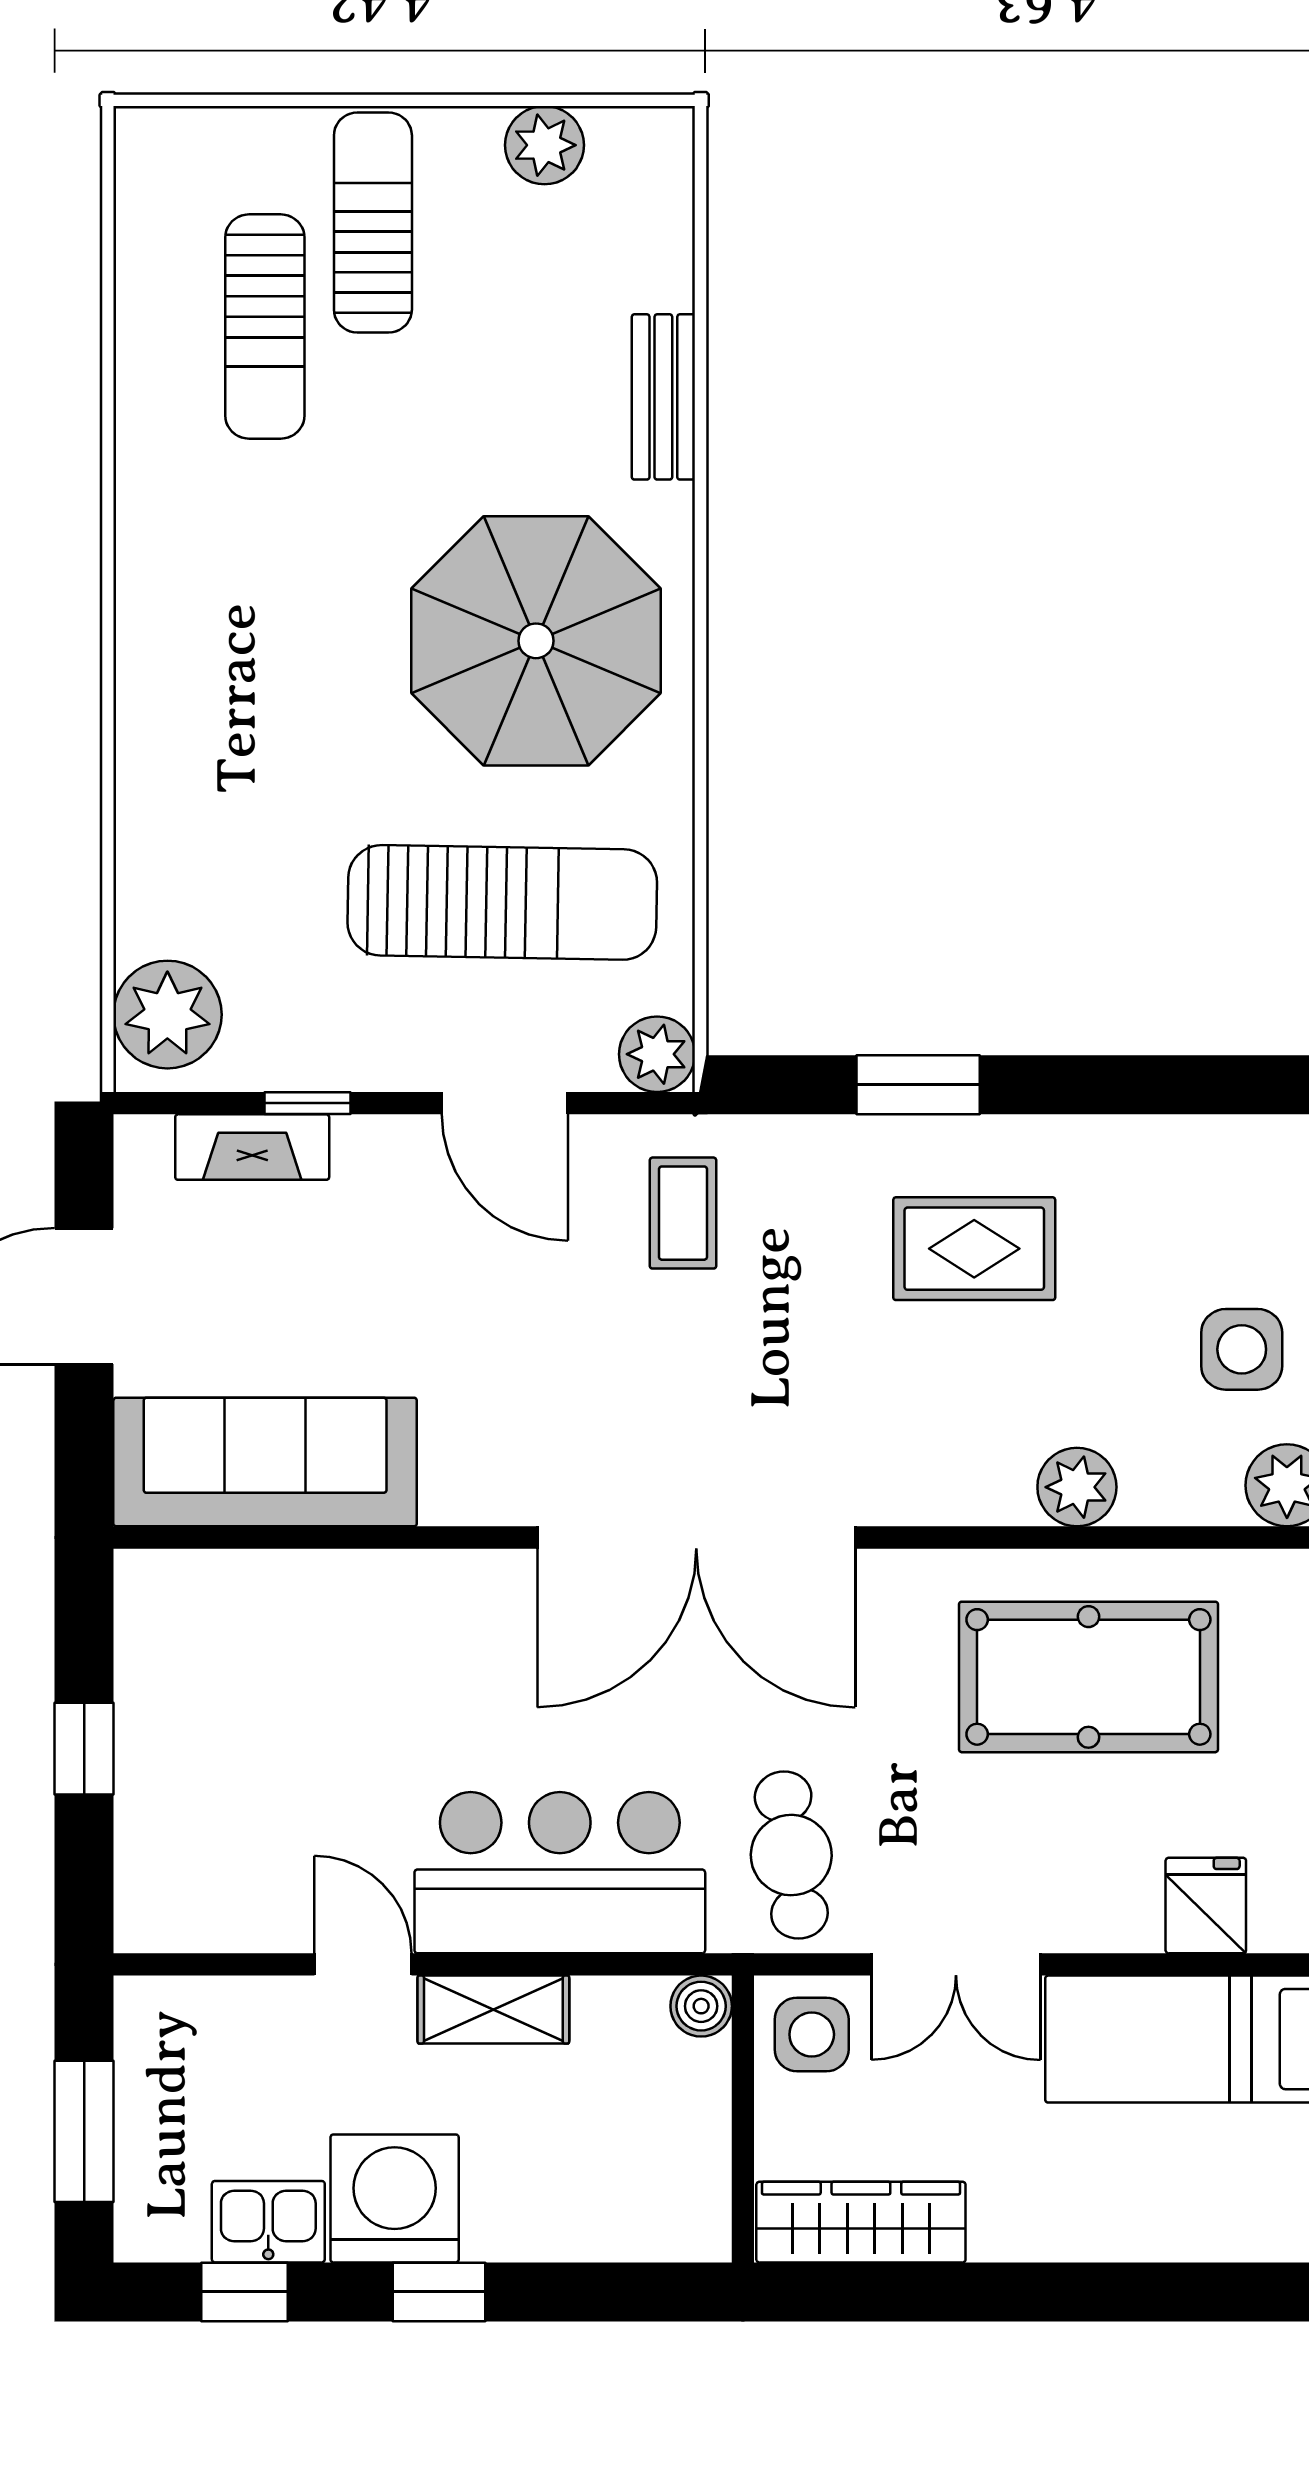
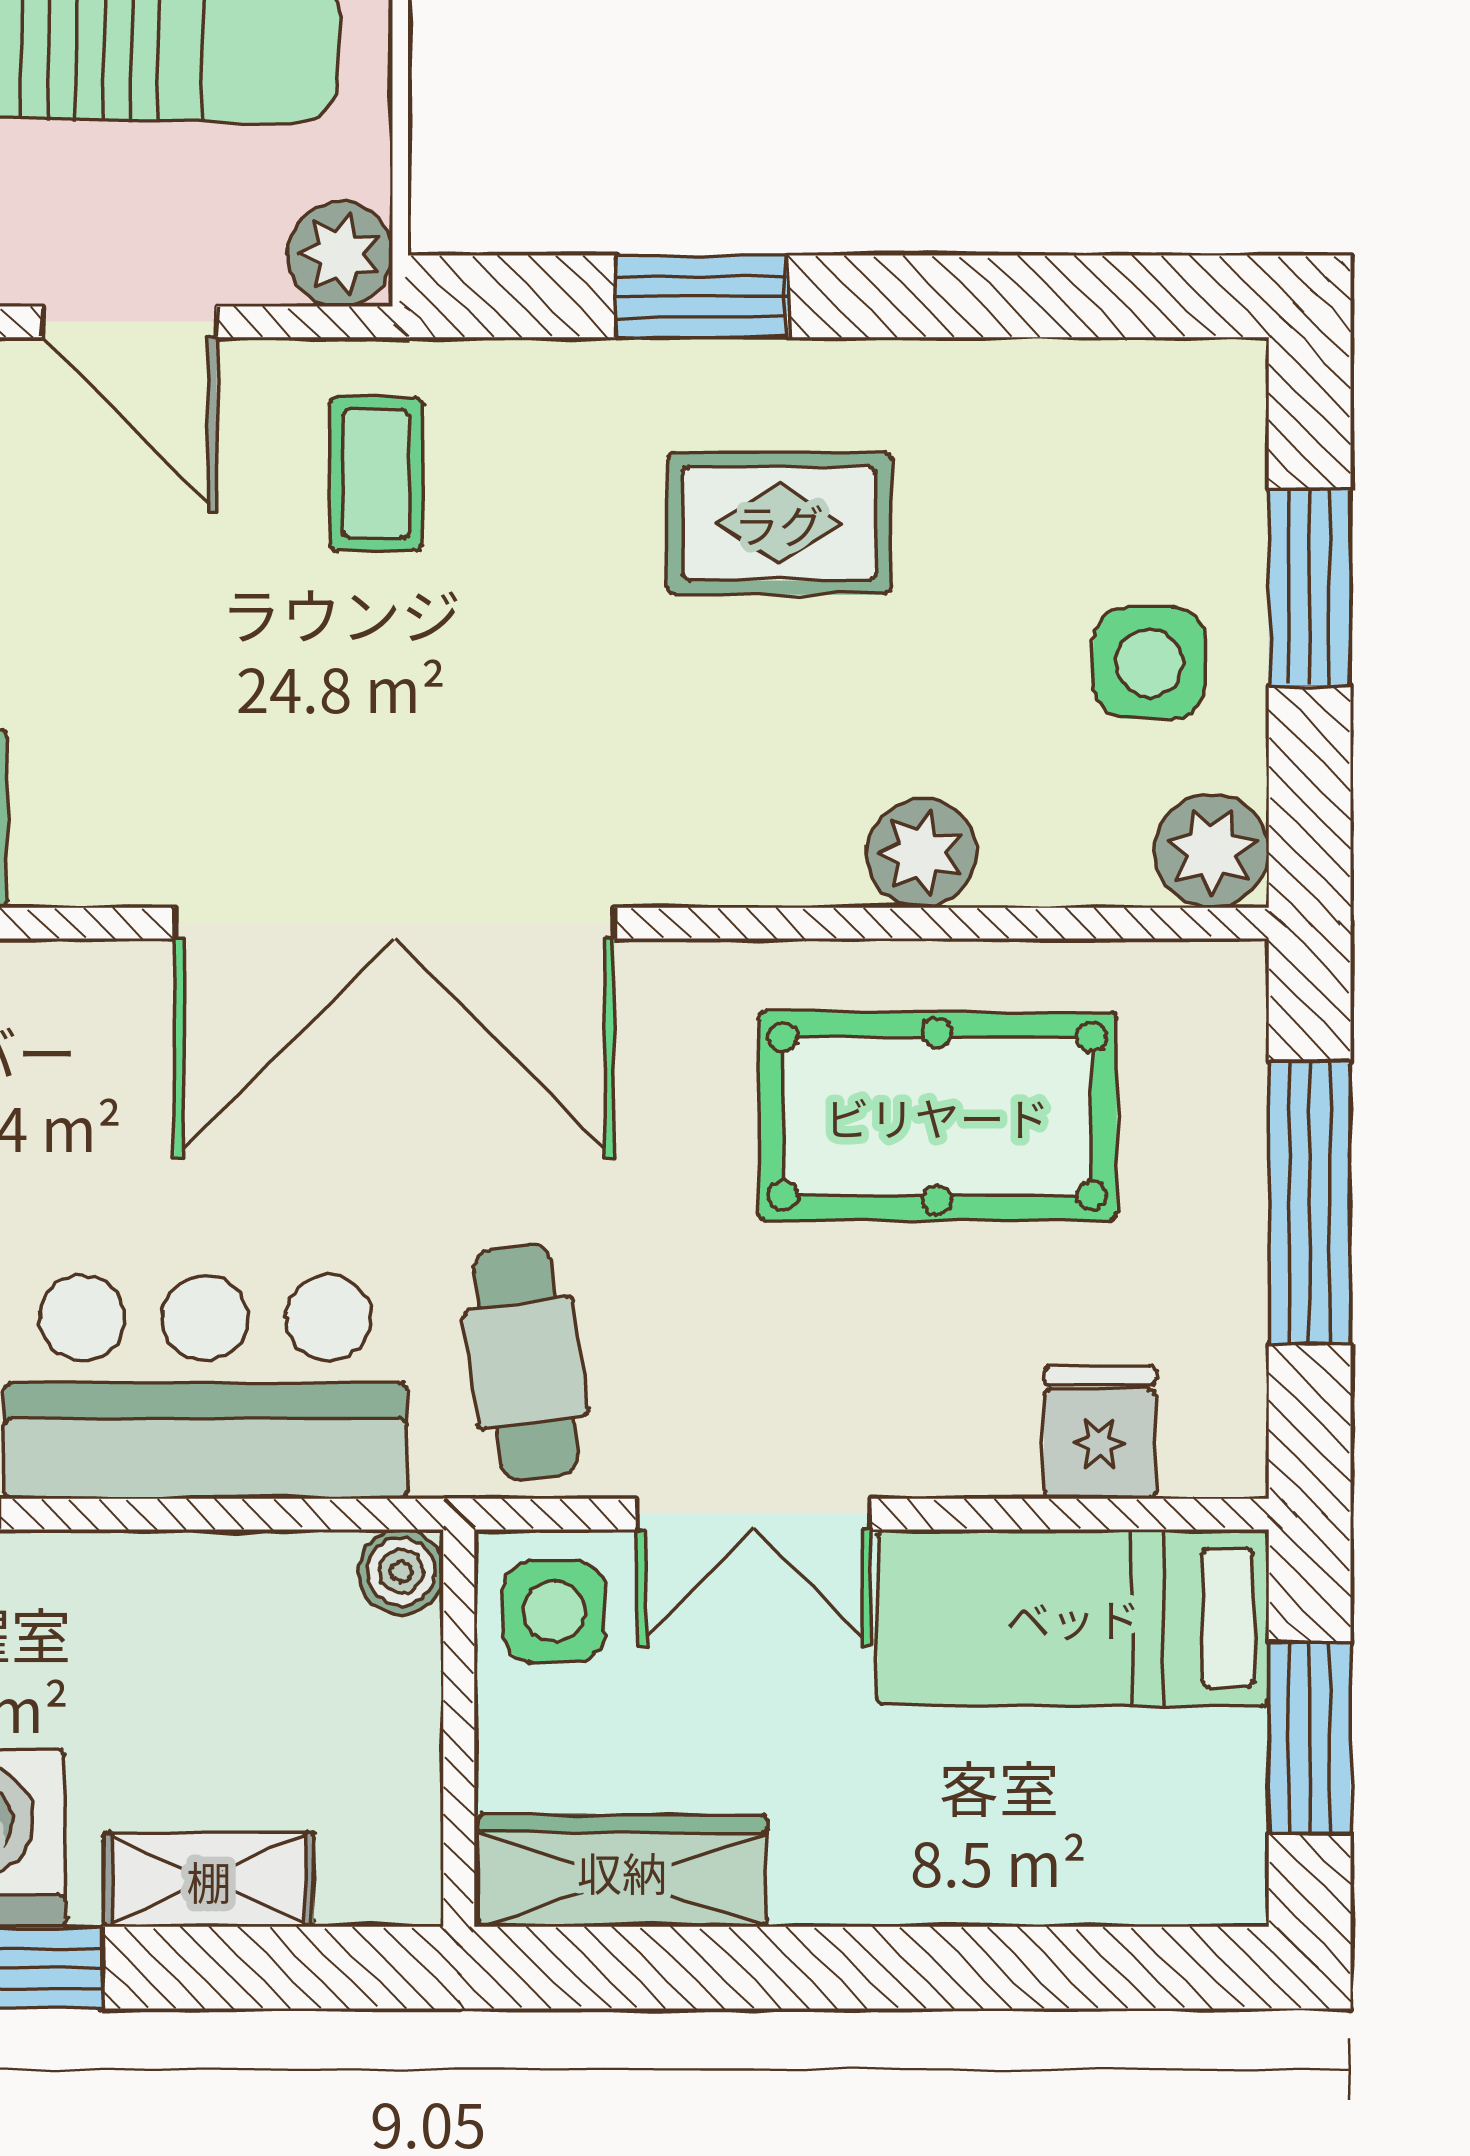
shelving: (493, 2009) -> (209, 1880), moved

